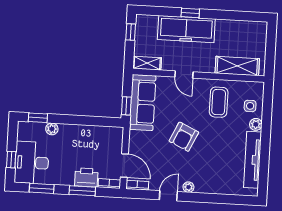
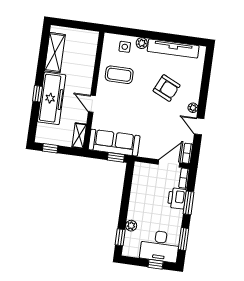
shelving: (237, 66) -> (55, 53), moved
door: (184, 74) -> (92, 104), swing flipped
armchair: (184, 137) -> (167, 88), moved

